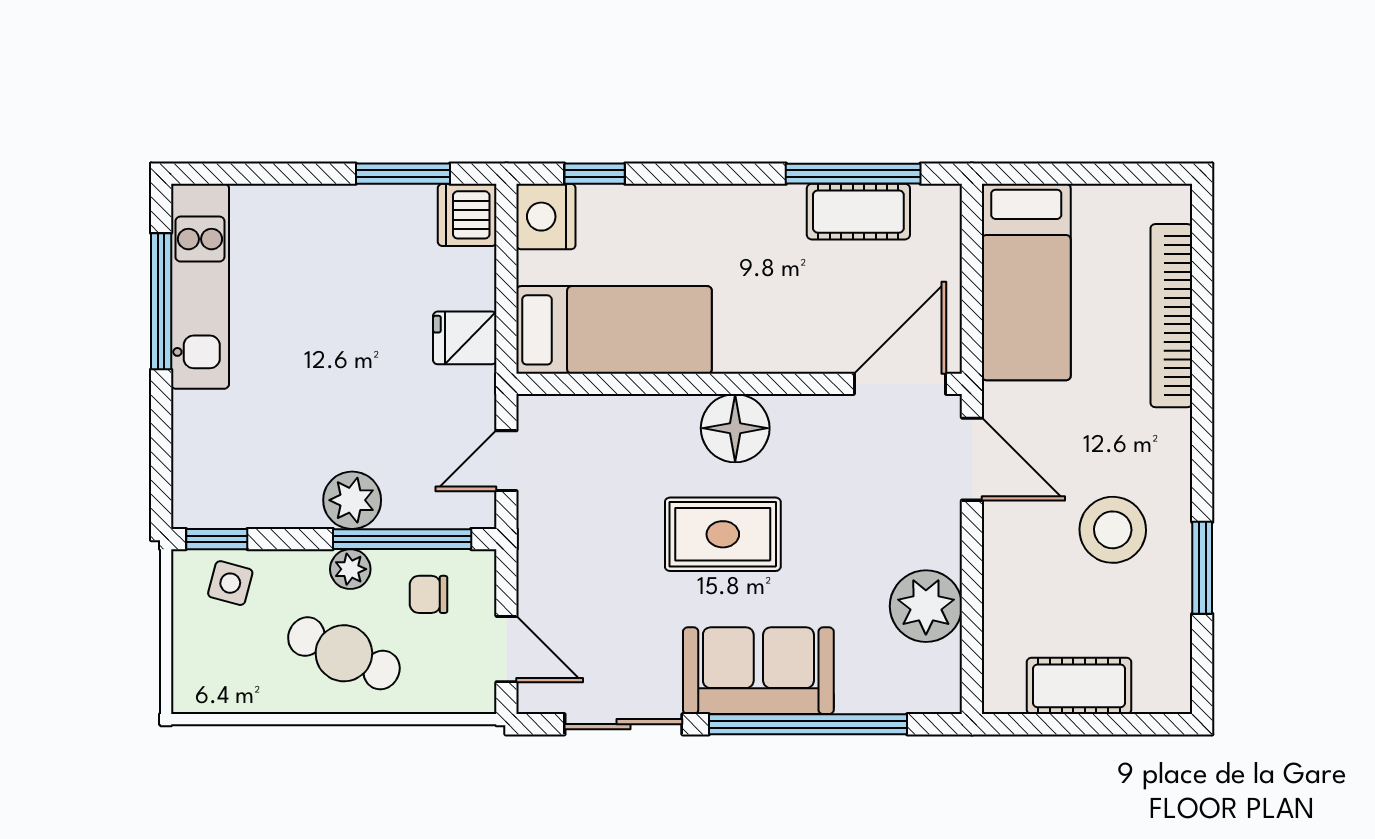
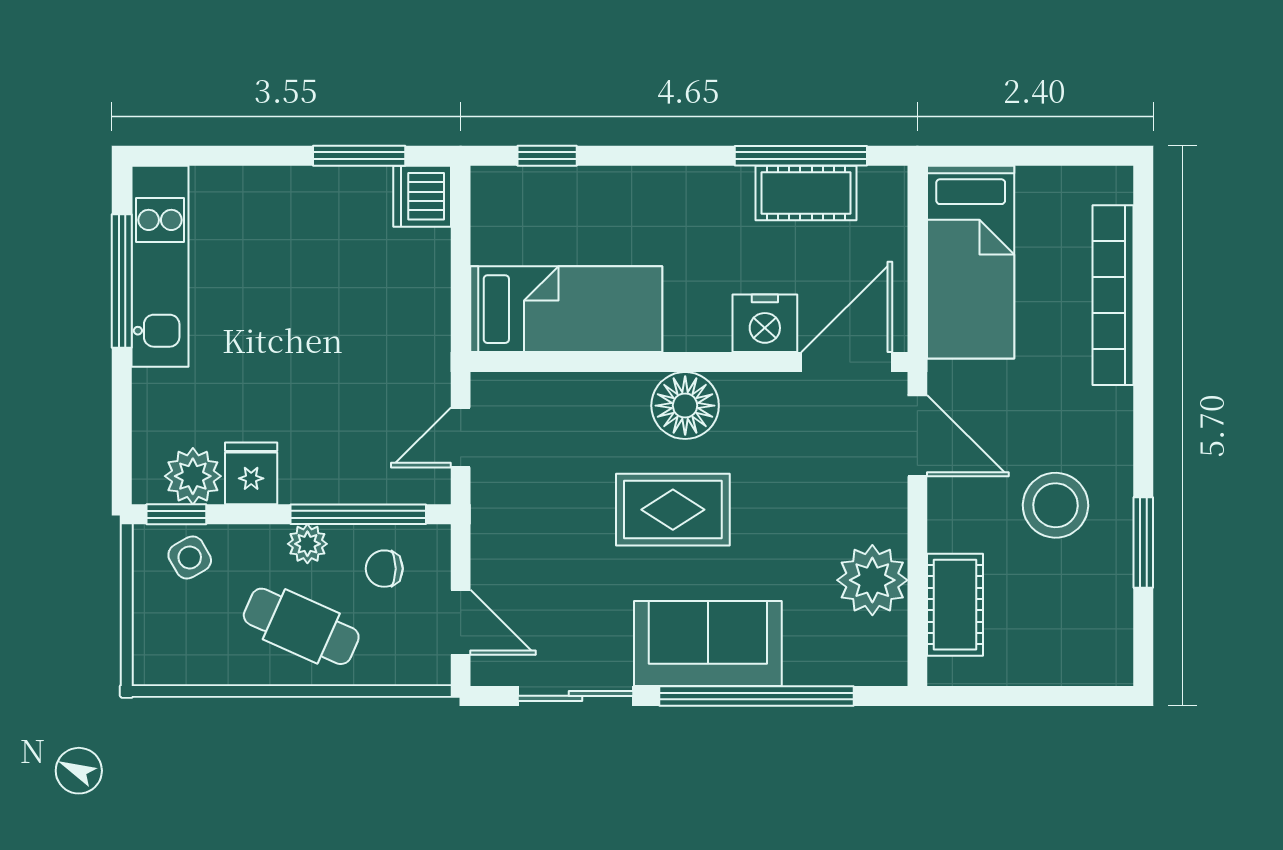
nightstand: (546, 217) -> (765, 323), moved, turned -90
fridge: (465, 338) -> (251, 473), moved, turned 90
plant: (352, 500) -> (193, 476), moved
side table: (230, 583) -> (190, 557), turned 45
cot: (1079, 686) -> (955, 605), moved, turned 90

